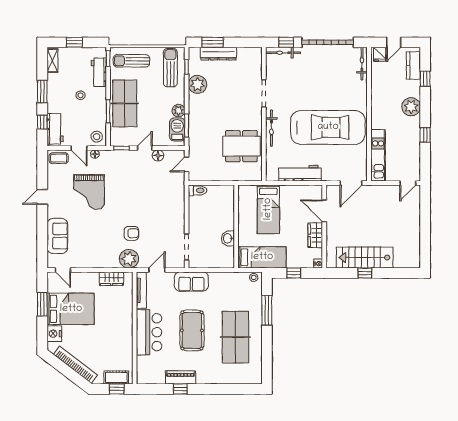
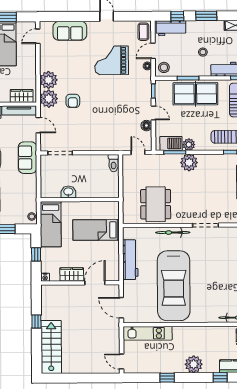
plant: (197, 84) -> (189, 163), moved
stairs: (365, 258) -> (51, 347), moved
plant: (109, 259) -> (49, 80), added
wardrobe: (111, 279) -> (22, 96), moved, turned 90

